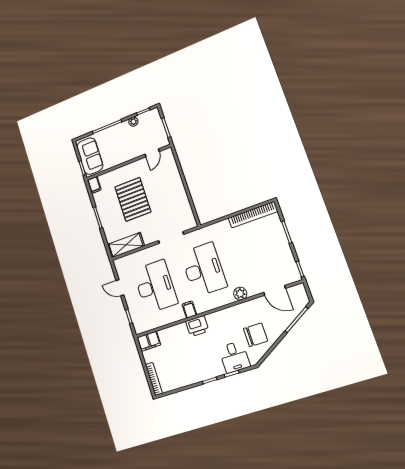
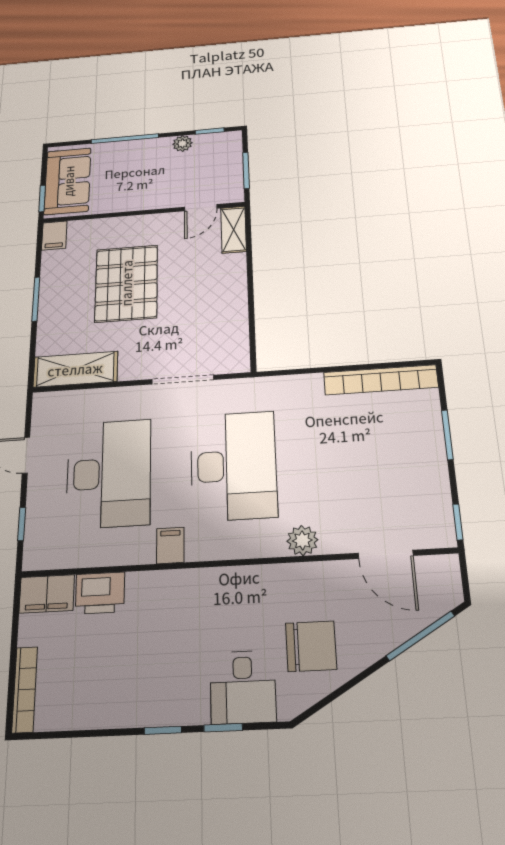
shelving: (170, 160) -> (234, 230), added
printer: (197, 326) -> (100, 593), moved

